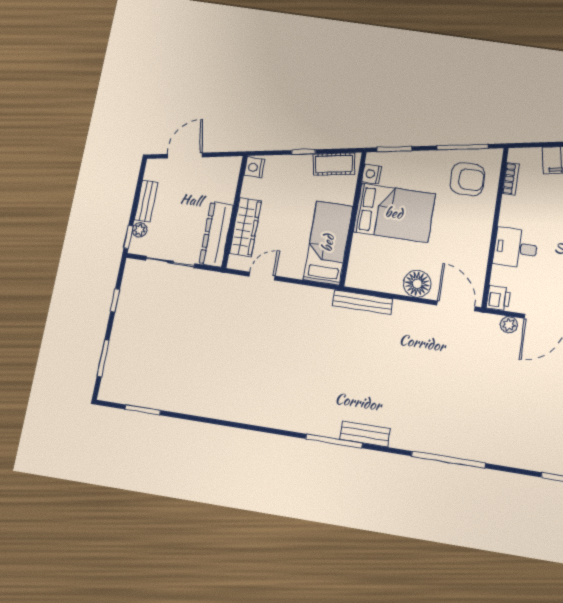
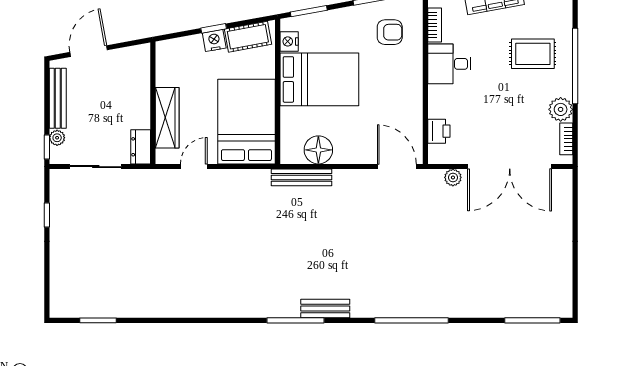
nightstand: (254, 167) -> (214, 40), moved, turned 80
armchair: (467, 179) -> (390, 32), width x0.72, depth x0.72
bench: (146, 201) -> (58, 98), width x1.36
dresser: (216, 234) -> (141, 147), width x0.51, depth x0.80
bed: (328, 243) -> (246, 122), width x1.50
desk: (516, 248) -> (449, 64), moved
floor lamp: (417, 284) -> (318, 150), moved
printer: (498, 298) -> (439, 131), moved
window: (103, 358) -> (47, 276), removed

